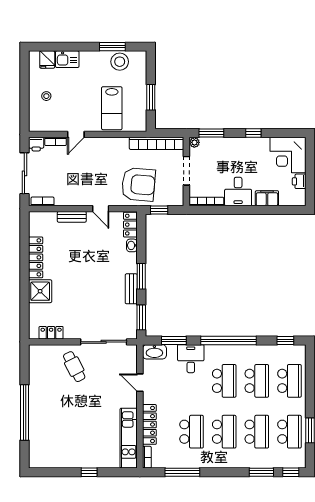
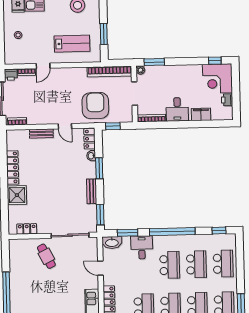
lab bench: (112, 108) -> (72, 44), turned -90
window: (253, 133) -> (215, 61), moved
armchair: (138, 184) -> (95, 106), turned -95
window: (141, 276) -> (99, 168), moved

